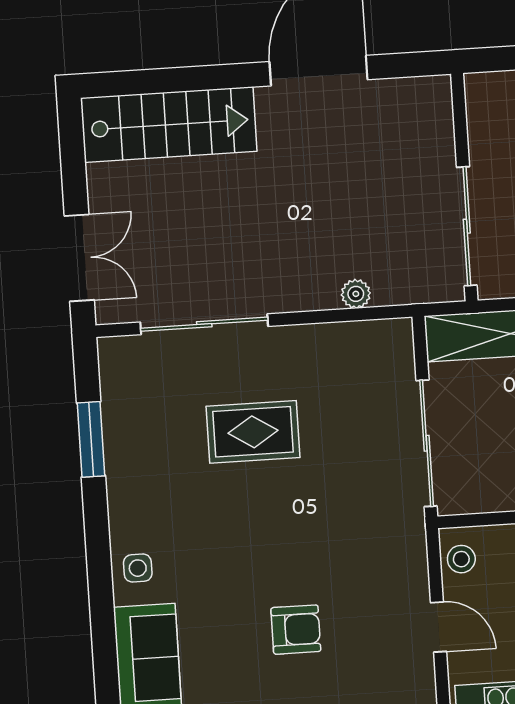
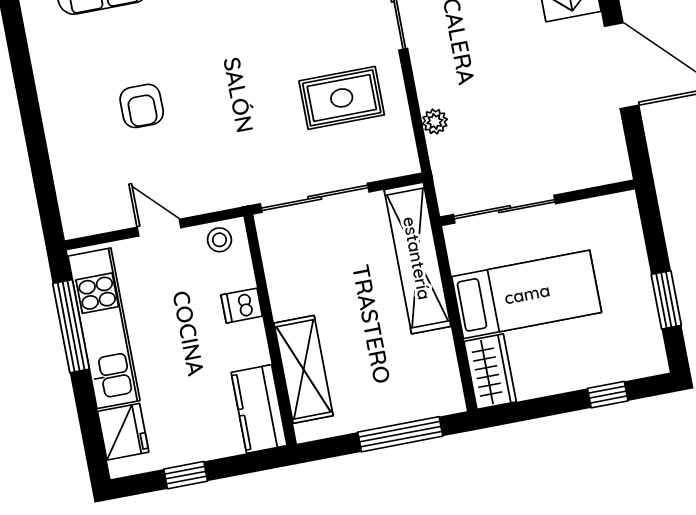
rug: (253, 432) -> (342, 98), moved, turned 90
door: (438, 627) -> (159, 228), swing flipped

